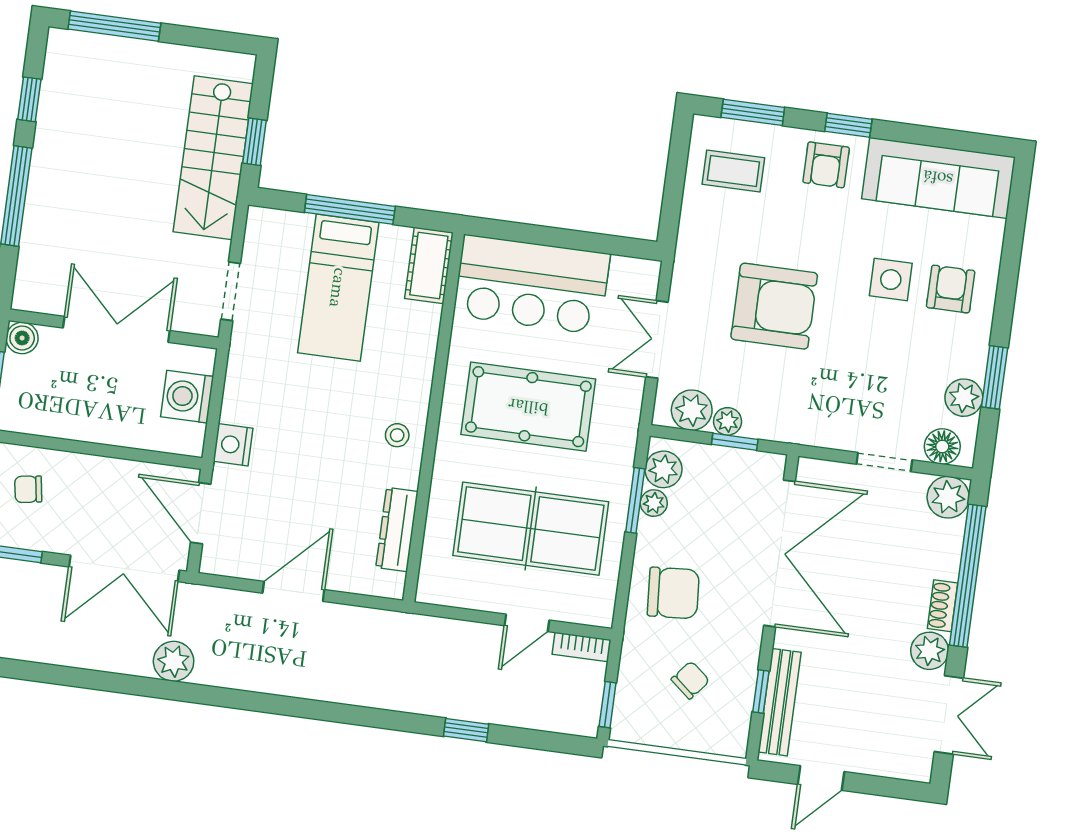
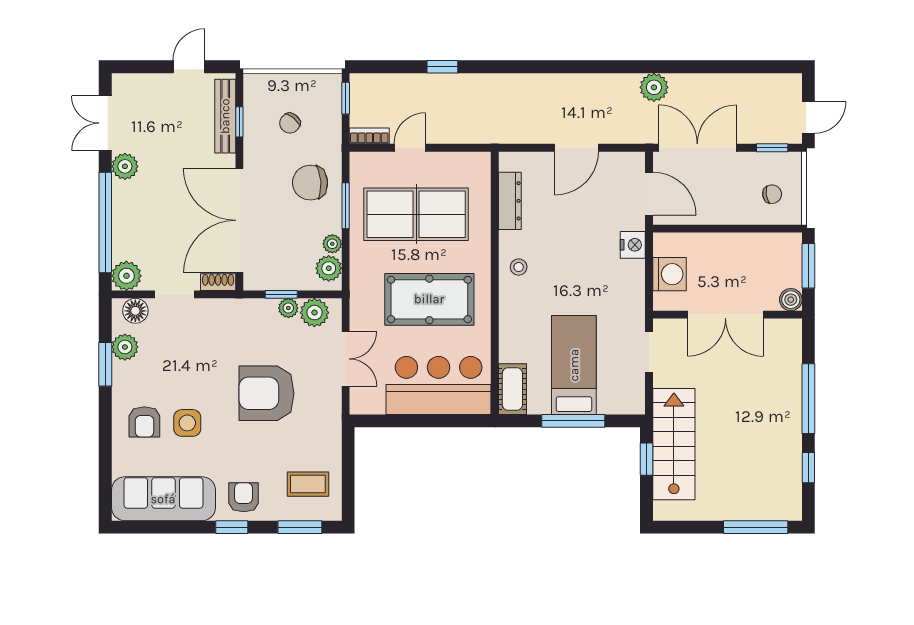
window: (635, 500) -> (346, 206), moved
shoe rack: (943, 606) -> (218, 282), moved, turned -90

